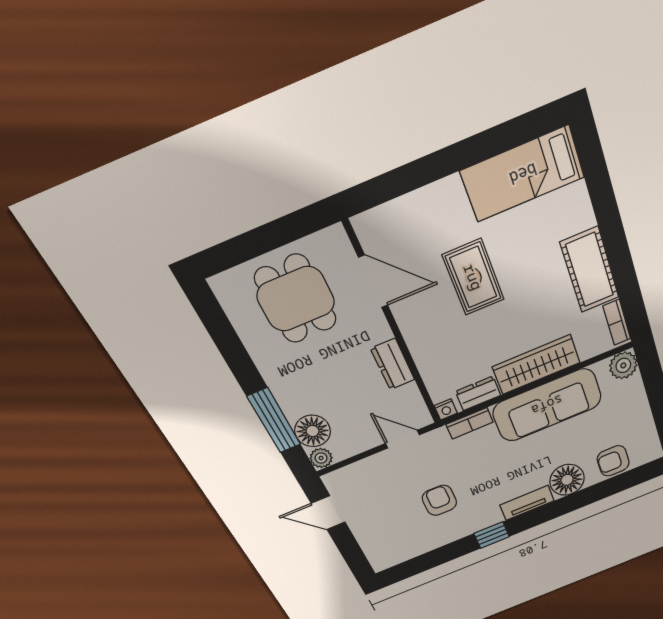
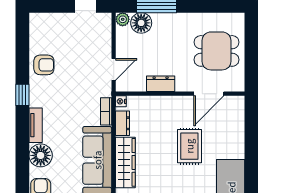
rug: (473, 277) -> (189, 146), turned 90
armchair: (439, 500) -> (44, 65), moved

